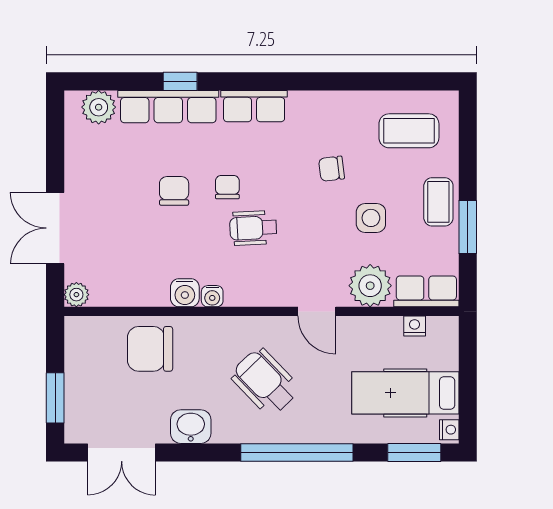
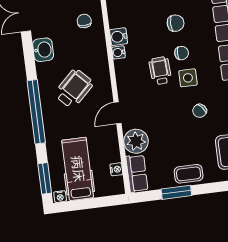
chair: (332, 169) -> (200, 111), turned -123
side table: (371, 218) -> (188, 78), moved
chair: (150, 349) -> (84, 21), width x0.54, depth x0.54

